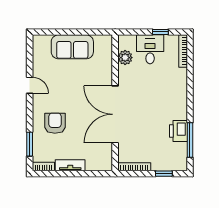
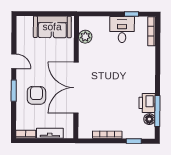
plant: (125, 58) -> (85, 37), moved
wall: (115, 103) -> (76, 77), moved
double door: (115, 114) -> (76, 88), moved
window: (30, 144) -> (14, 91), moved
floor lamp: (181, 149) -> (149, 119), added

